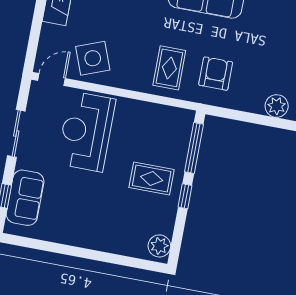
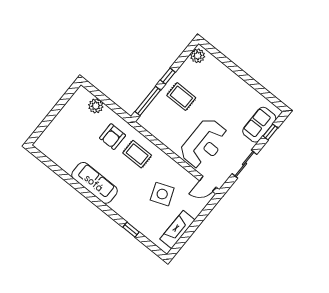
side table: (93, 58) -> (162, 194), moved
rug: (169, 68) -> (137, 154), turned 90
plant: (277, 106) -> (96, 106), moved

